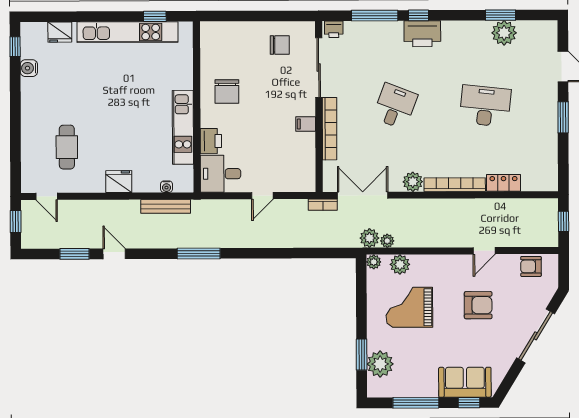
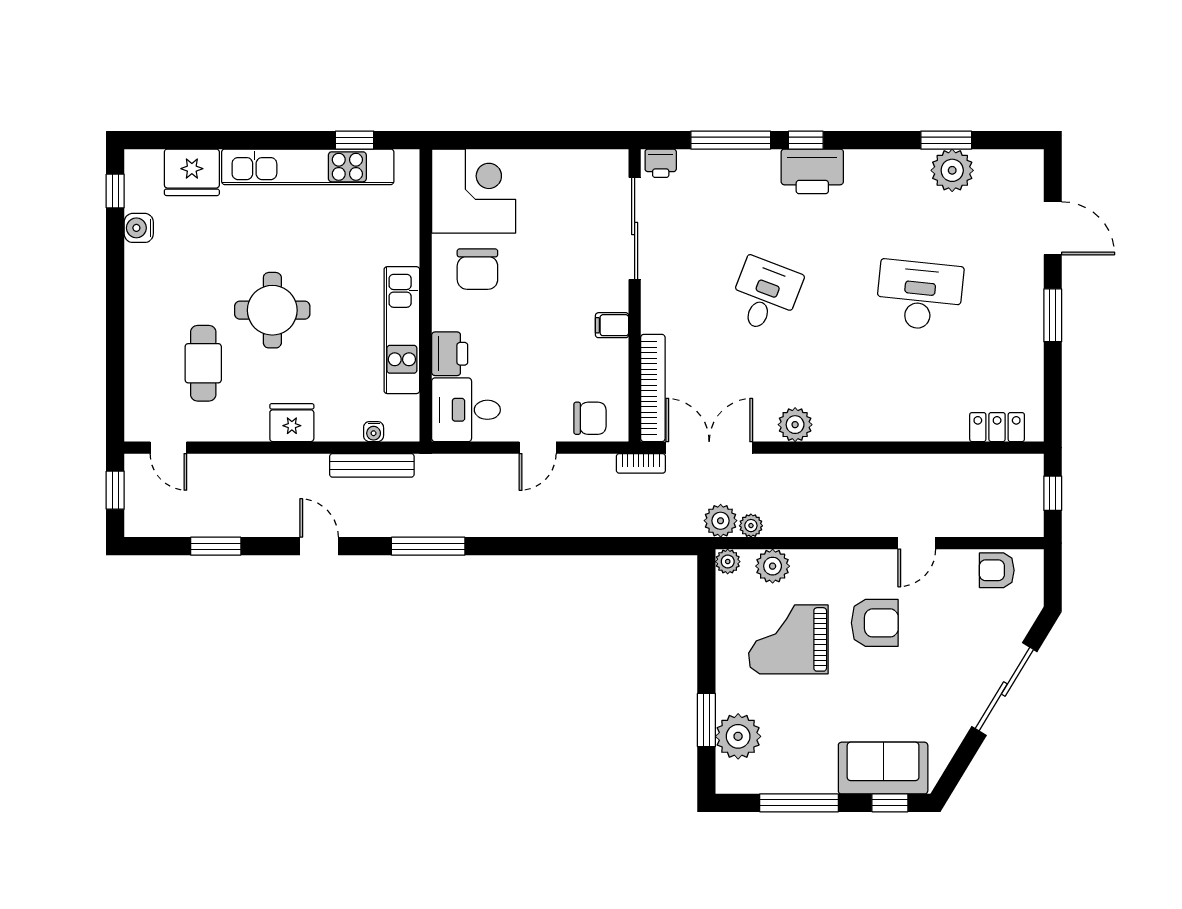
fridge: (60, 32) -> (192, 172), width x1.36, depth x1.34
chair: (280, 45) -> (590, 418), moved
corner desk: (225, 46) -> (474, 191), added
round table: (107, 116) -> (272, 310), added
bookcase: (330, 129) -> (653, 388), moved
locker: (503, 183) -> (997, 427), moved
bookcase: (455, 185) -> (867, 430), removed
door: (114, 254) -> (319, 546), moved
armchair: (478, 305) -> (875, 623), moved

